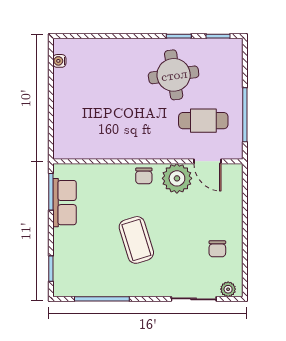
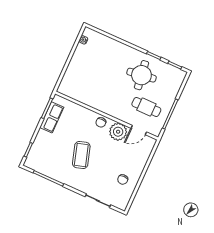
door: (207, 161) -> (139, 130), hinge flipped
plant: (228, 289) -> (119, 204), removed

